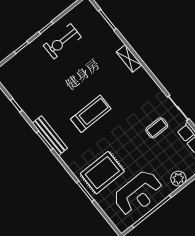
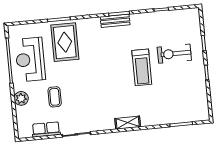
exercise bike: (62, 41) -> (174, 54), moved, turned -90
shelving: (129, 58) -> (128, 123), moved
treadmill: (91, 114) -> (142, 67), moved
coffee table: (157, 128) -> (55, 97), moved
bench: (50, 136) -> (115, 21), width x0.73

